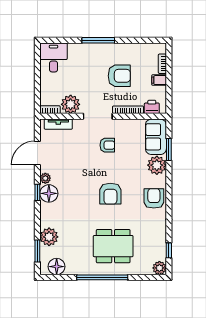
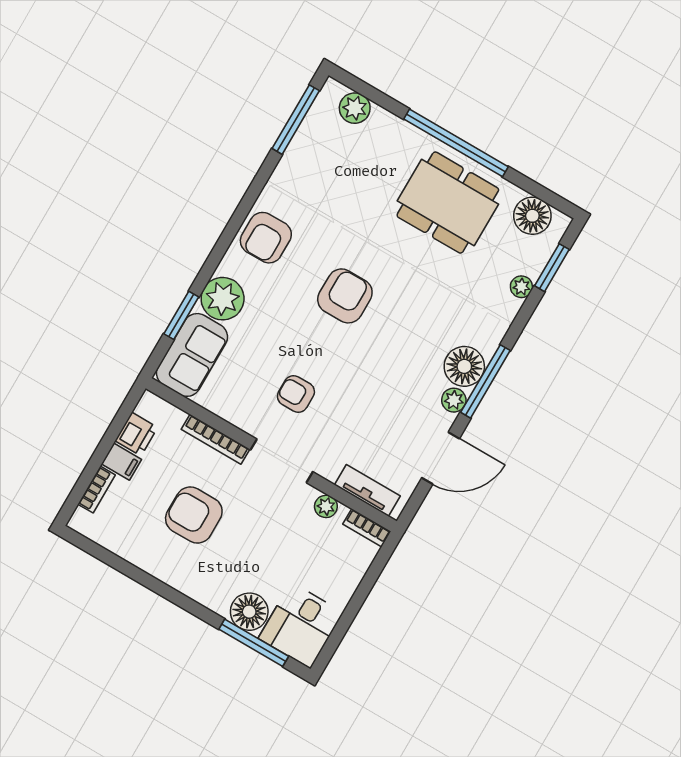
window: (98, 40) -> (254, 643), moved
floor lamp: (76, 51) -> (249, 612), added
plant: (71, 104) -> (326, 506), width x0.53, depth x0.53
printer: (152, 107) -> (136, 434), moved, turned -90
window: (37, 192) -> (485, 381), width x2.17
plant: (49, 237) -> (521, 287), width x0.53, depth x0.53
dining table: (113, 246) -> (448, 203), moved
window: (169, 250) -> (296, 120), width x2.17
plant: (159, 268) -> (355, 108), moved

